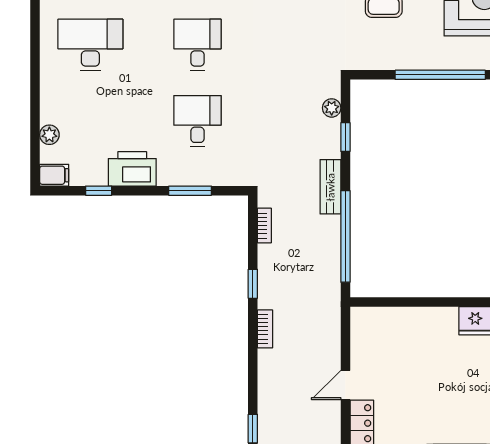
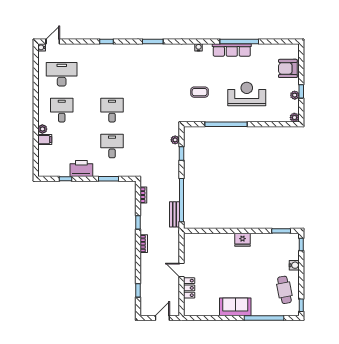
desk: (90, 45) -> (62, 110), width x0.73
plant: (49, 135) -> (42, 129), moved
filing cabinet: (54, 175) -> (45, 140), moved
bench: (330, 187) -> (174, 214), moved
door: (345, 385) -> (182, 270), hinge flipped

